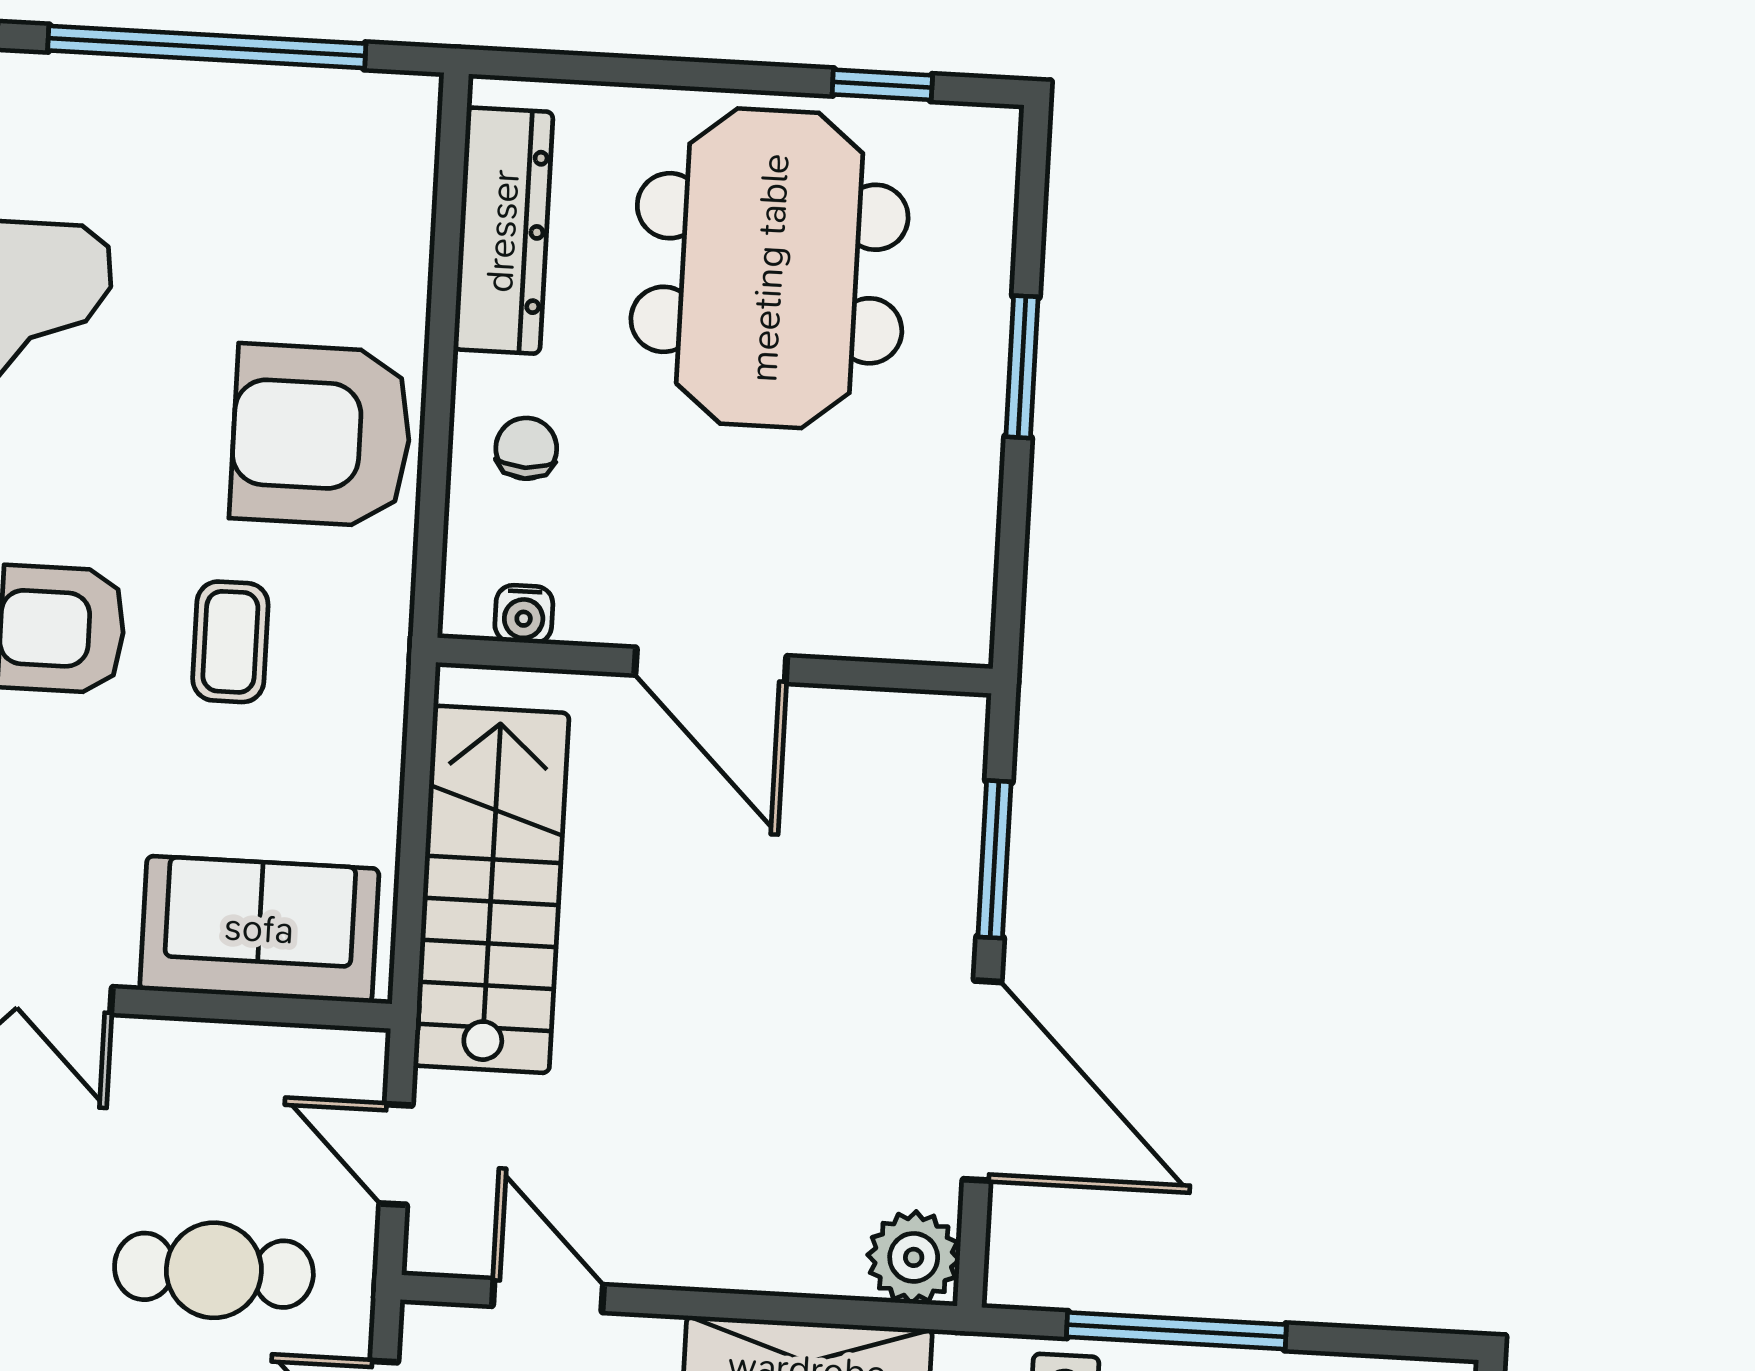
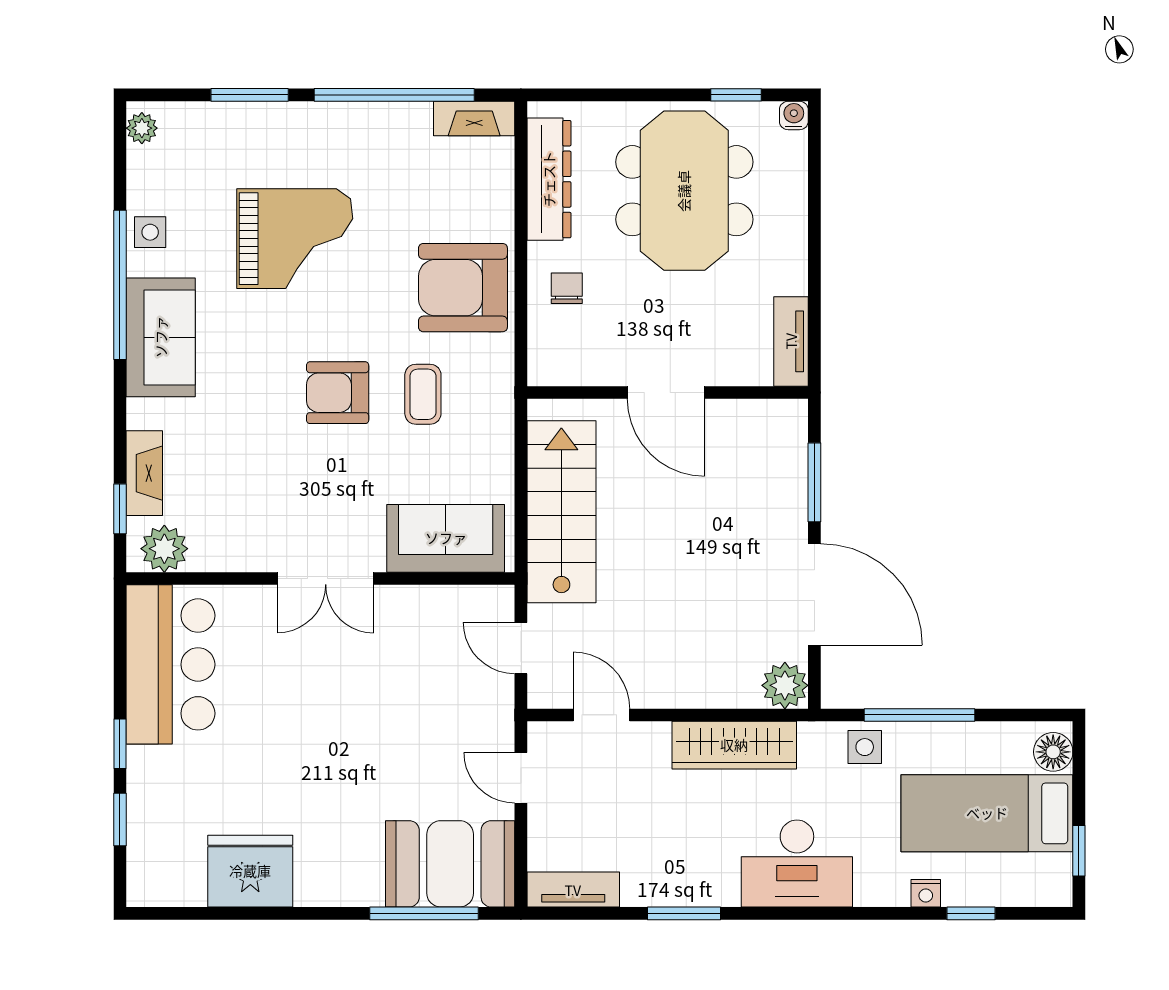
fireplace: (362, 102) -> (474, 118), added
window: (1022, 367) -> (814, 233), removed
tv unit: (964, 578) -> (791, 341), added
water cooler: (524, 614) -> (794, 115), moved, turned 180
cafe table: (214, 1270) -> (432, 712), removed

